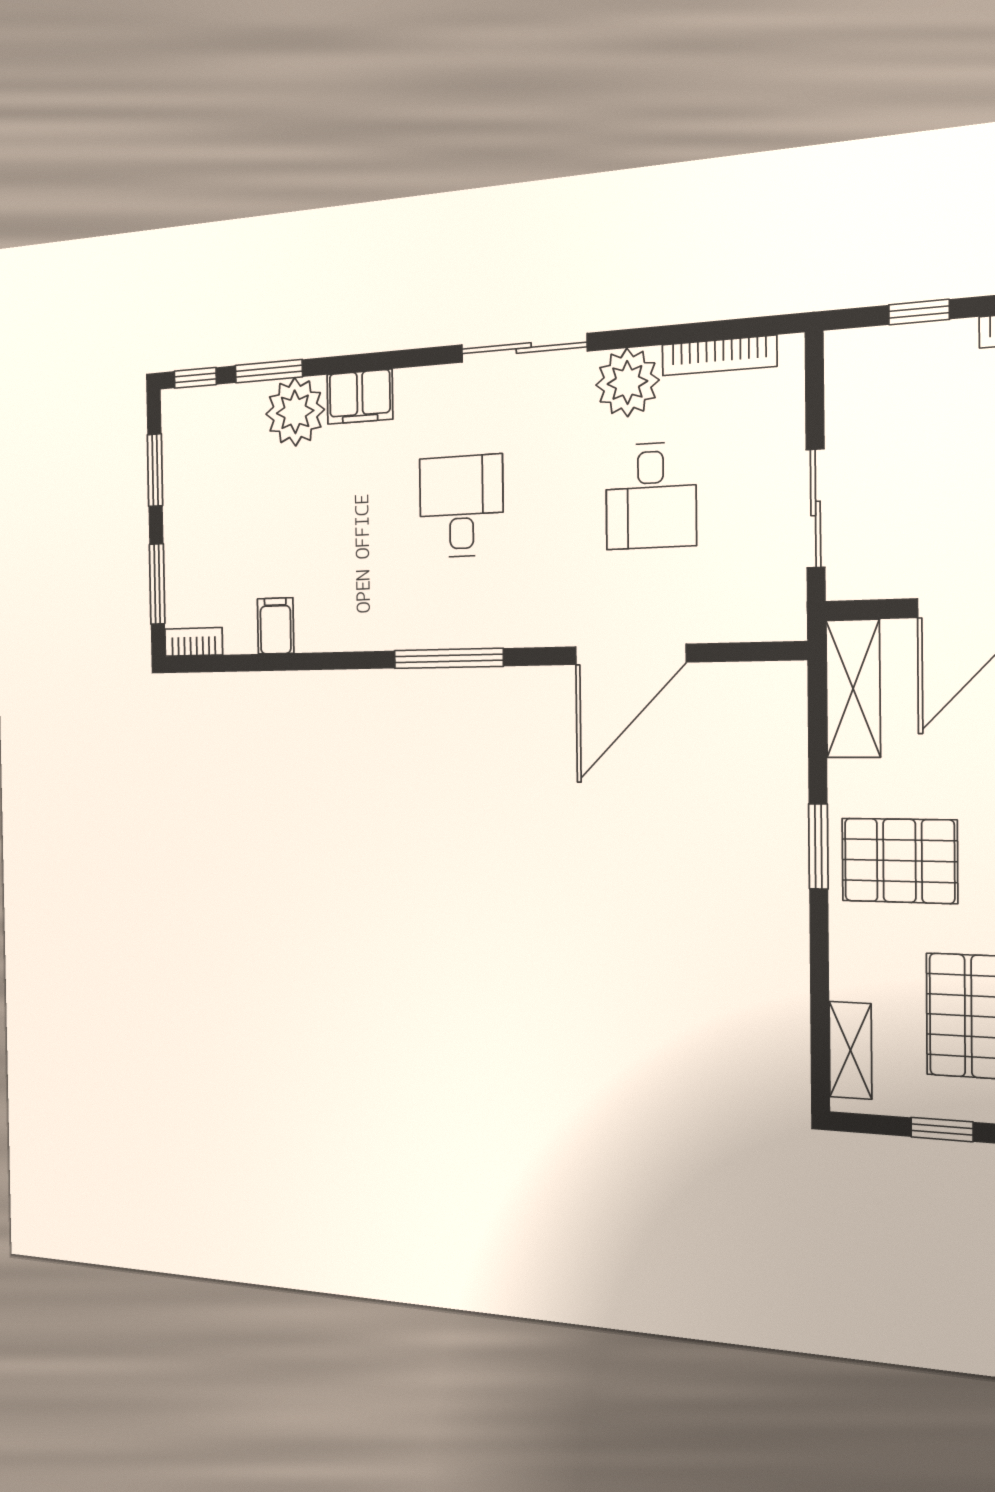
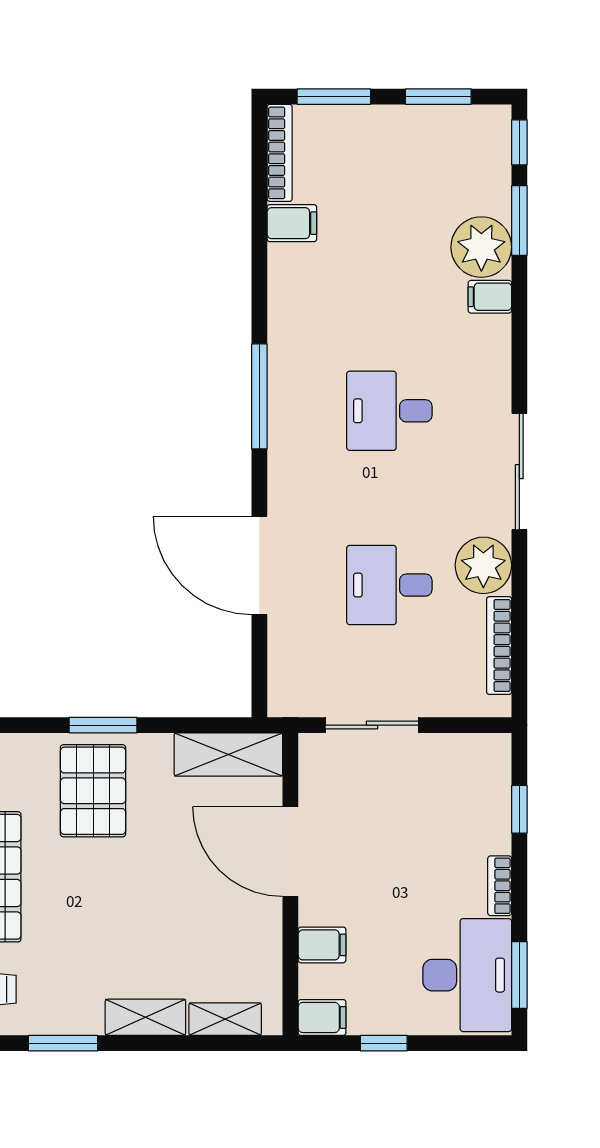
filing cabinet: (360, 397) -> (490, 297), width x0.50
desk: (461, 506) -> (389, 411), turned 180
bookcase: (194, 642) -> (280, 153), width x1.56

